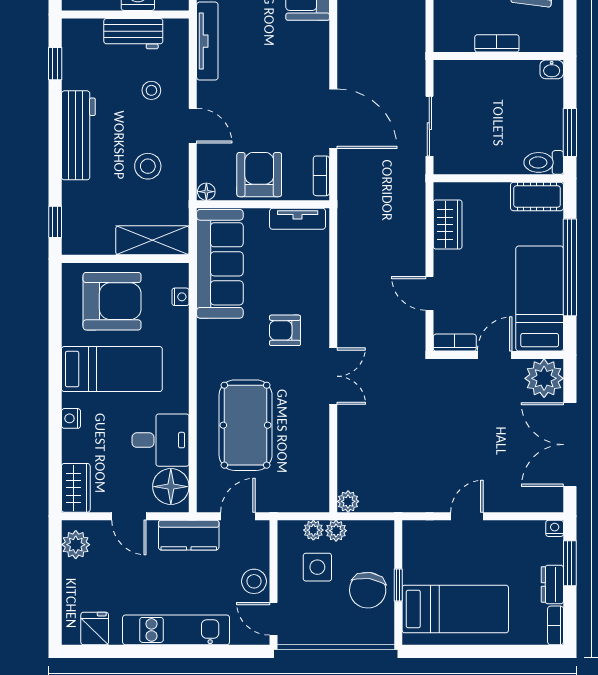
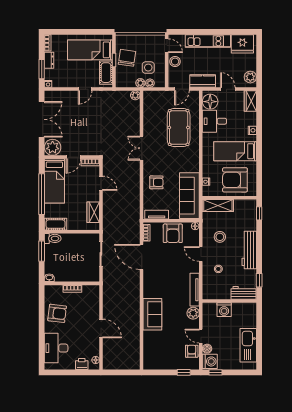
workbench: (133, 34) -> (244, 293), moved
armchair: (285, 330) -> (156, 182), moved
cot: (417, 555) -> (106, 73), added
fridge: (95, 629) -> (242, 44), width x1.88, depth x1.34

